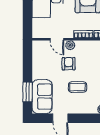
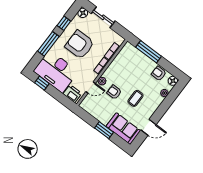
printer: (39, 27) -> (72, 94), added
window: (28, 92) -> (104, 130), moved

